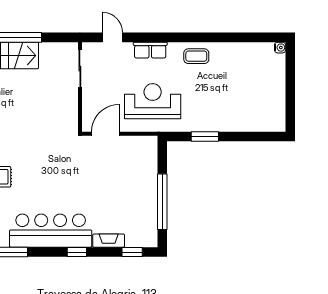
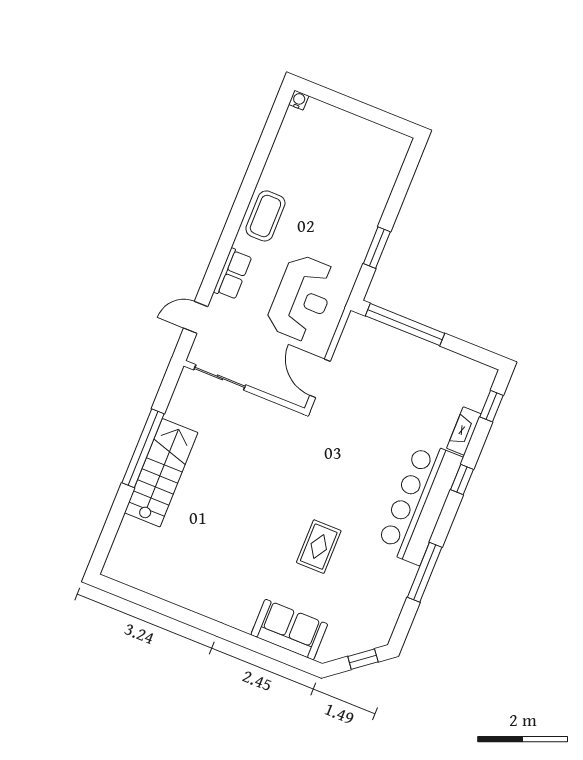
coffee table: (196, 56) -> (265, 216), width x1.36, depth x1.30
reception desk: (153, 101) -> (302, 298), turned 180
window: (162, 202) -> (405, 325), moved

